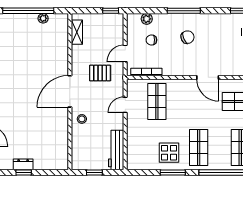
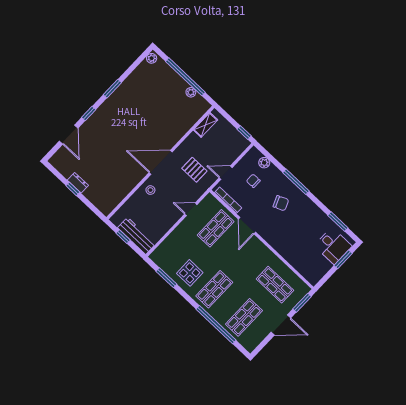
door: (208, 77) -> (247, 226), moved
workbench: (116, 150) -> (137, 236), moved, turned 90
window: (173, 173) -> (166, 278), moved

